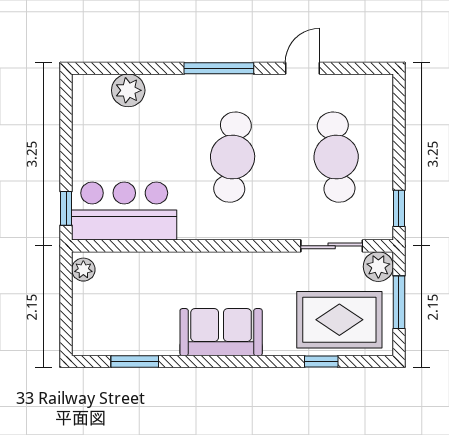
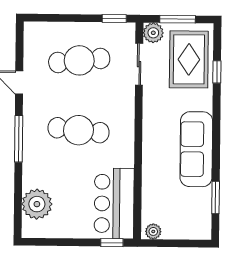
plant: (128, 90) -> (37, 204), width x1.36, depth x1.36
sofa: (221, 332) -> (196, 149), width x1.36

